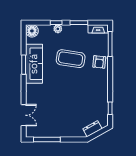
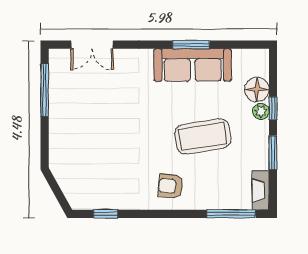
floor lamp: (32, 31) -> (257, 89), moved
coffee table: (71, 59) -> (203, 136), turned 72
armchair: (99, 62) -> (171, 186), moved
dresser: (92, 129) -> (66, 179), removed

